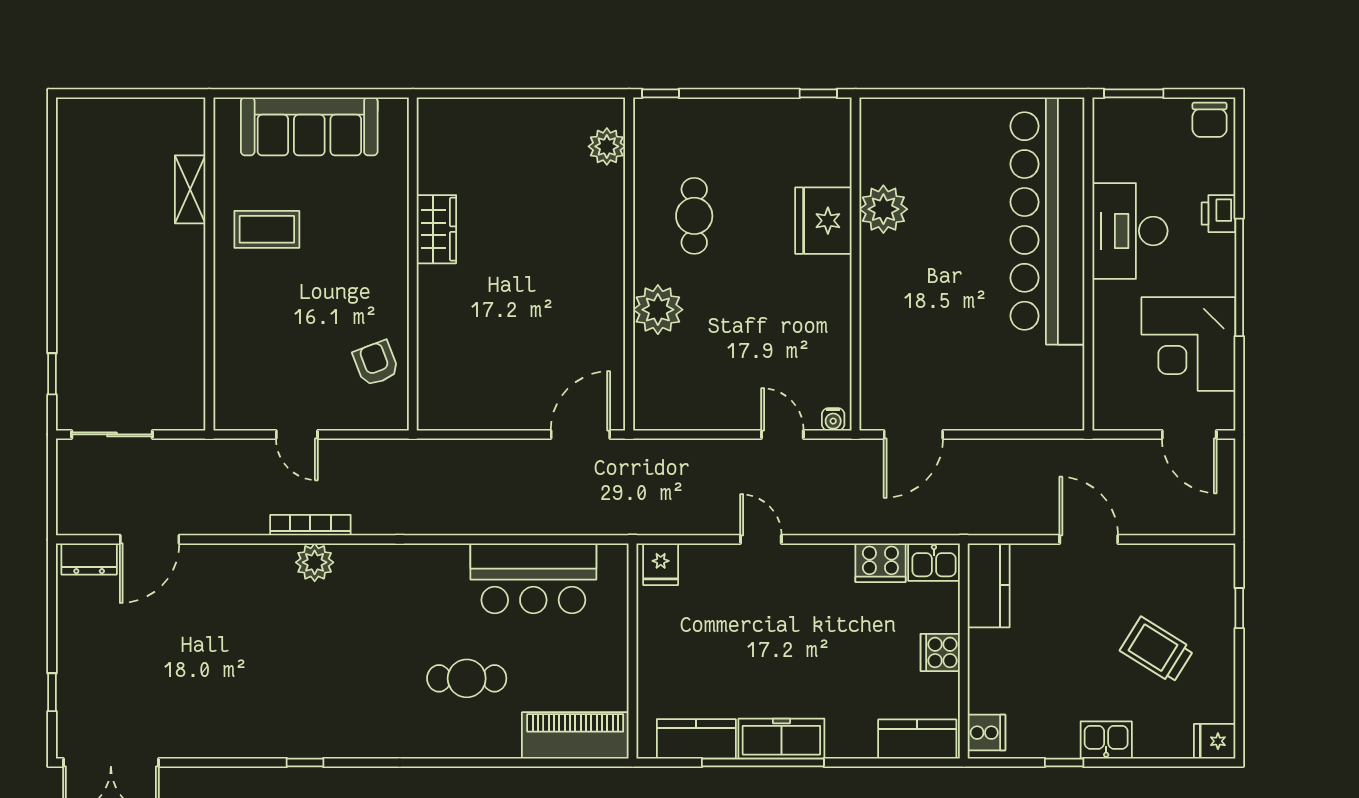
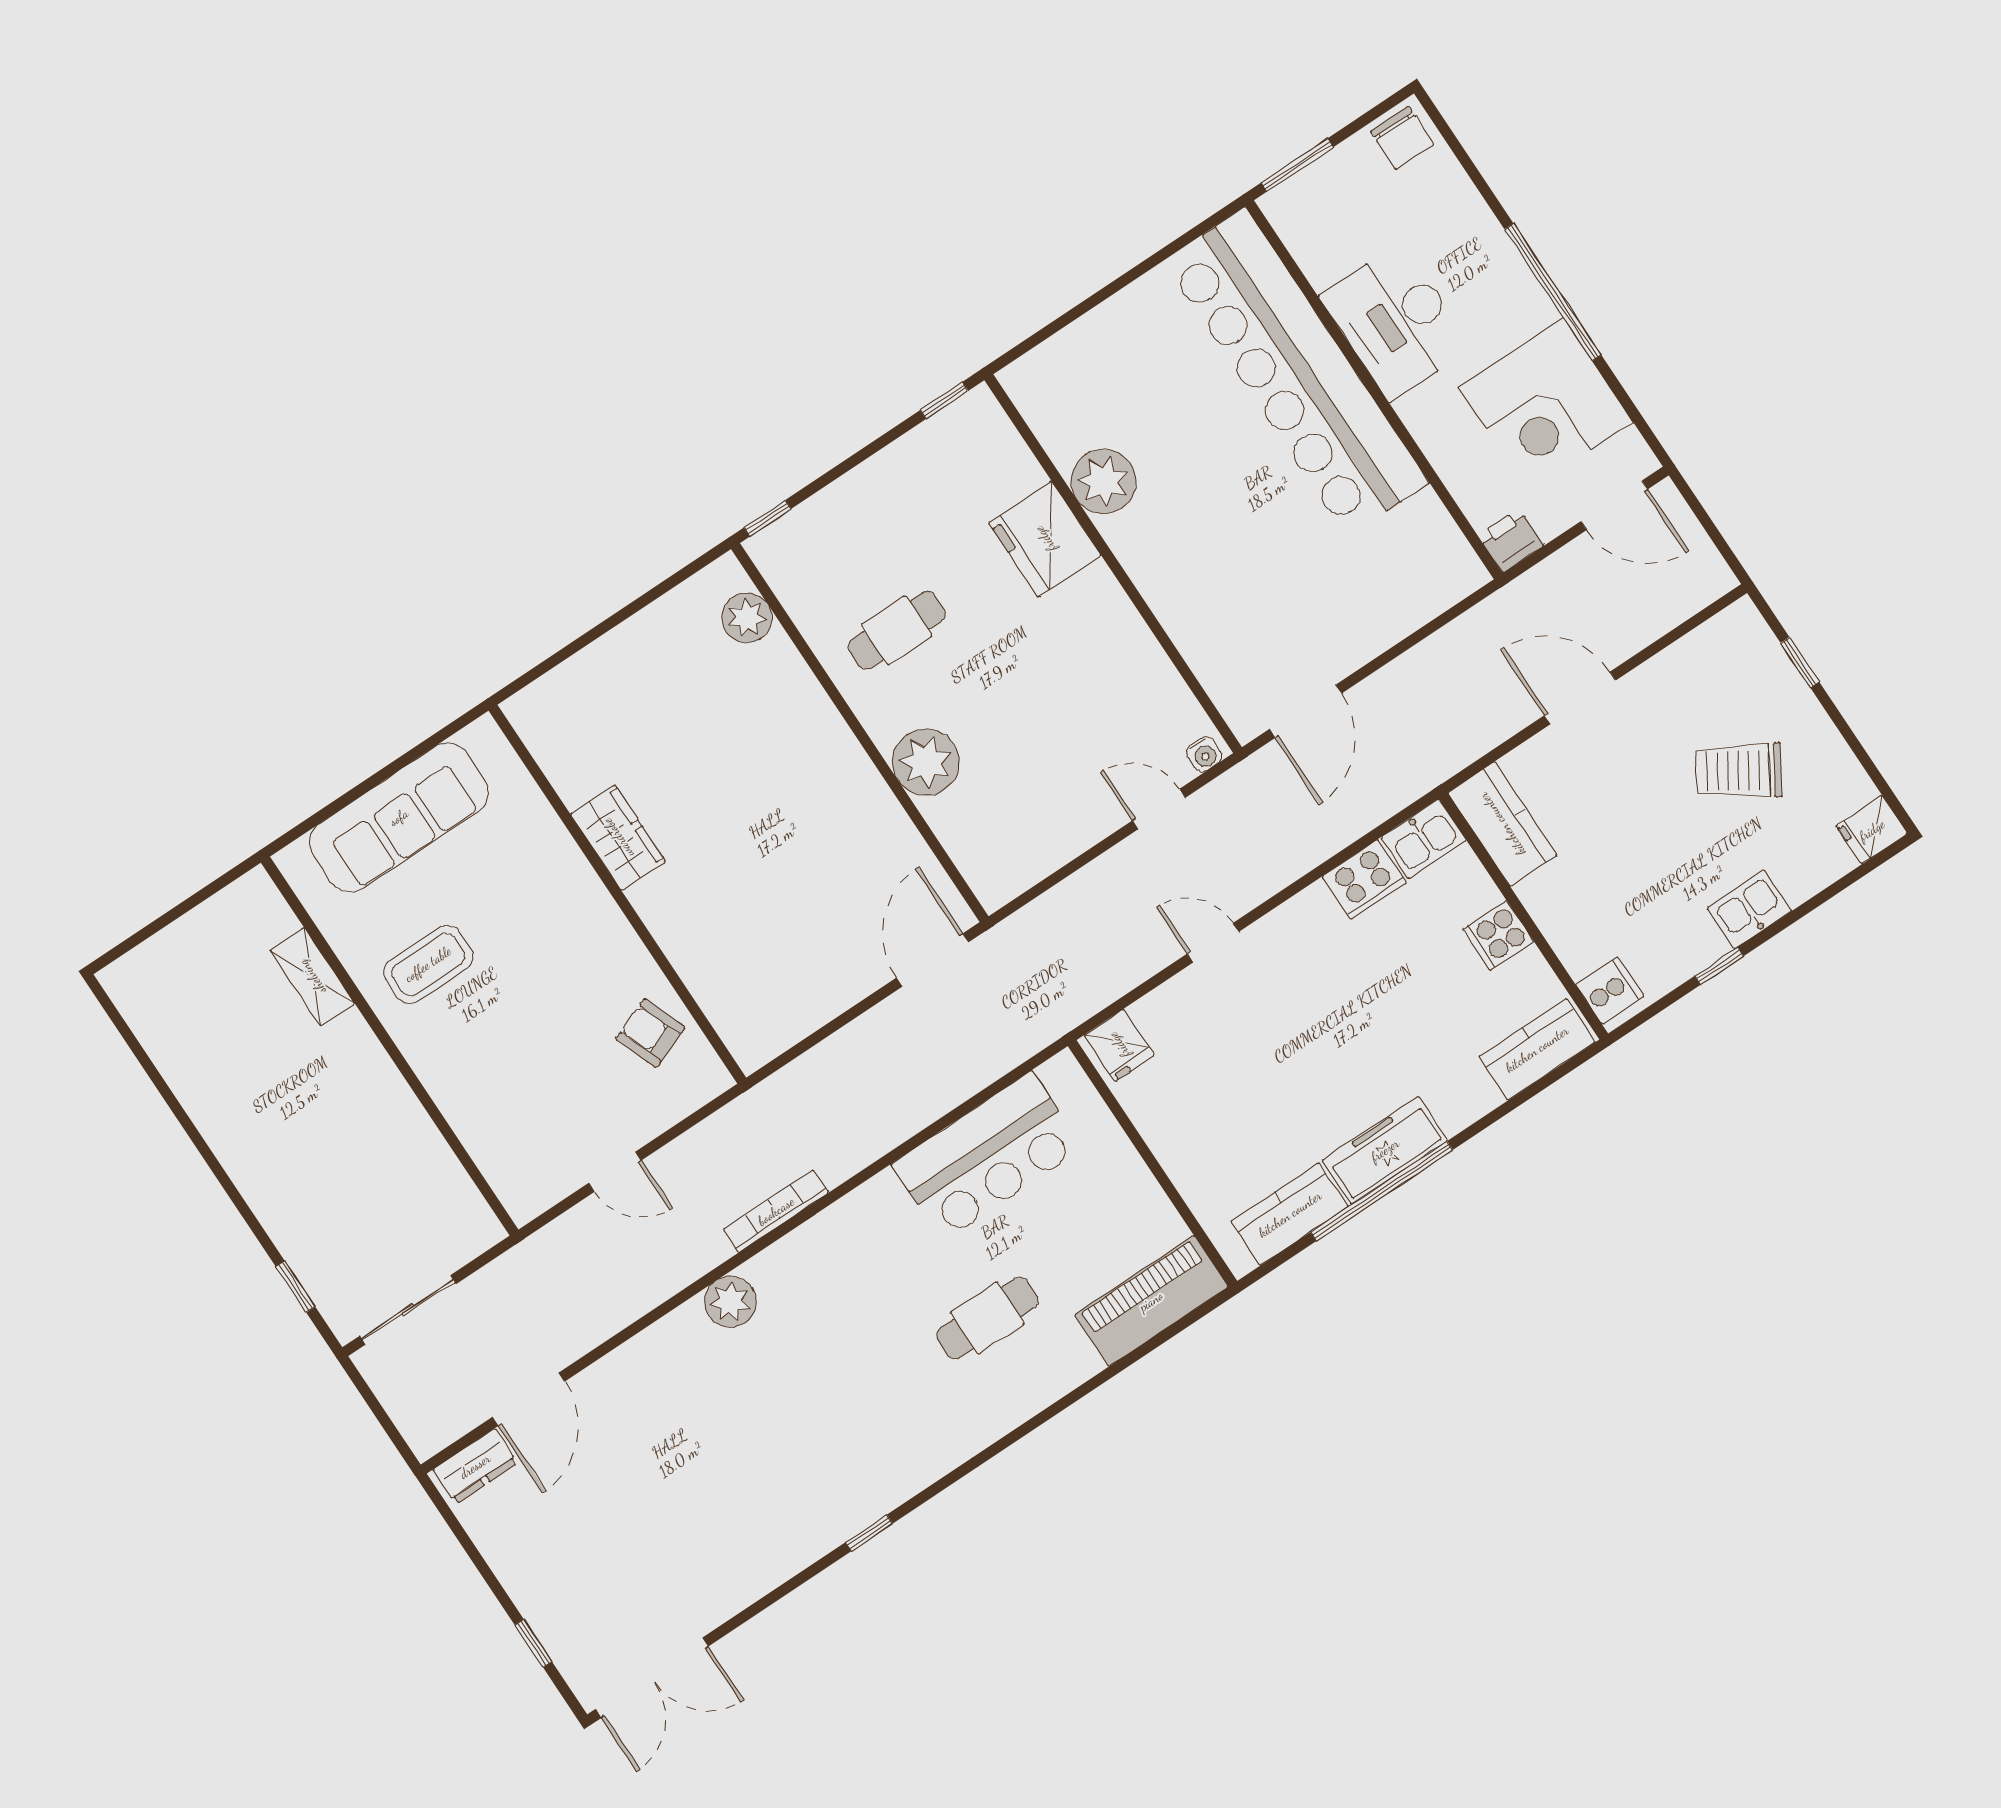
printer: (1218, 214) -> (1511, 541), moved, turned 90
cafe table: (694, 216) -> (897, 630), turned 90
bookcase: (310, 525) -> (776, 1211), moved

